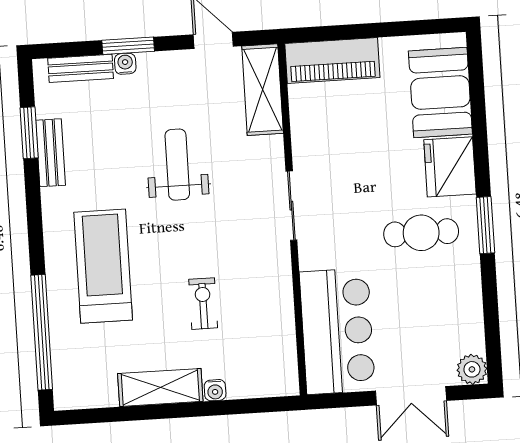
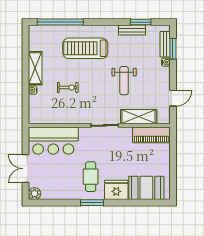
window: (128, 46) -> (173, 49), moved
piano: (332, 60) -> (151, 135), moved, turned -90
shelving: (263, 90) -> (139, 117), moved
weight bench: (177, 165) -> (124, 81), turned 90
treadmill: (103, 266) -> (85, 48), turned 180

